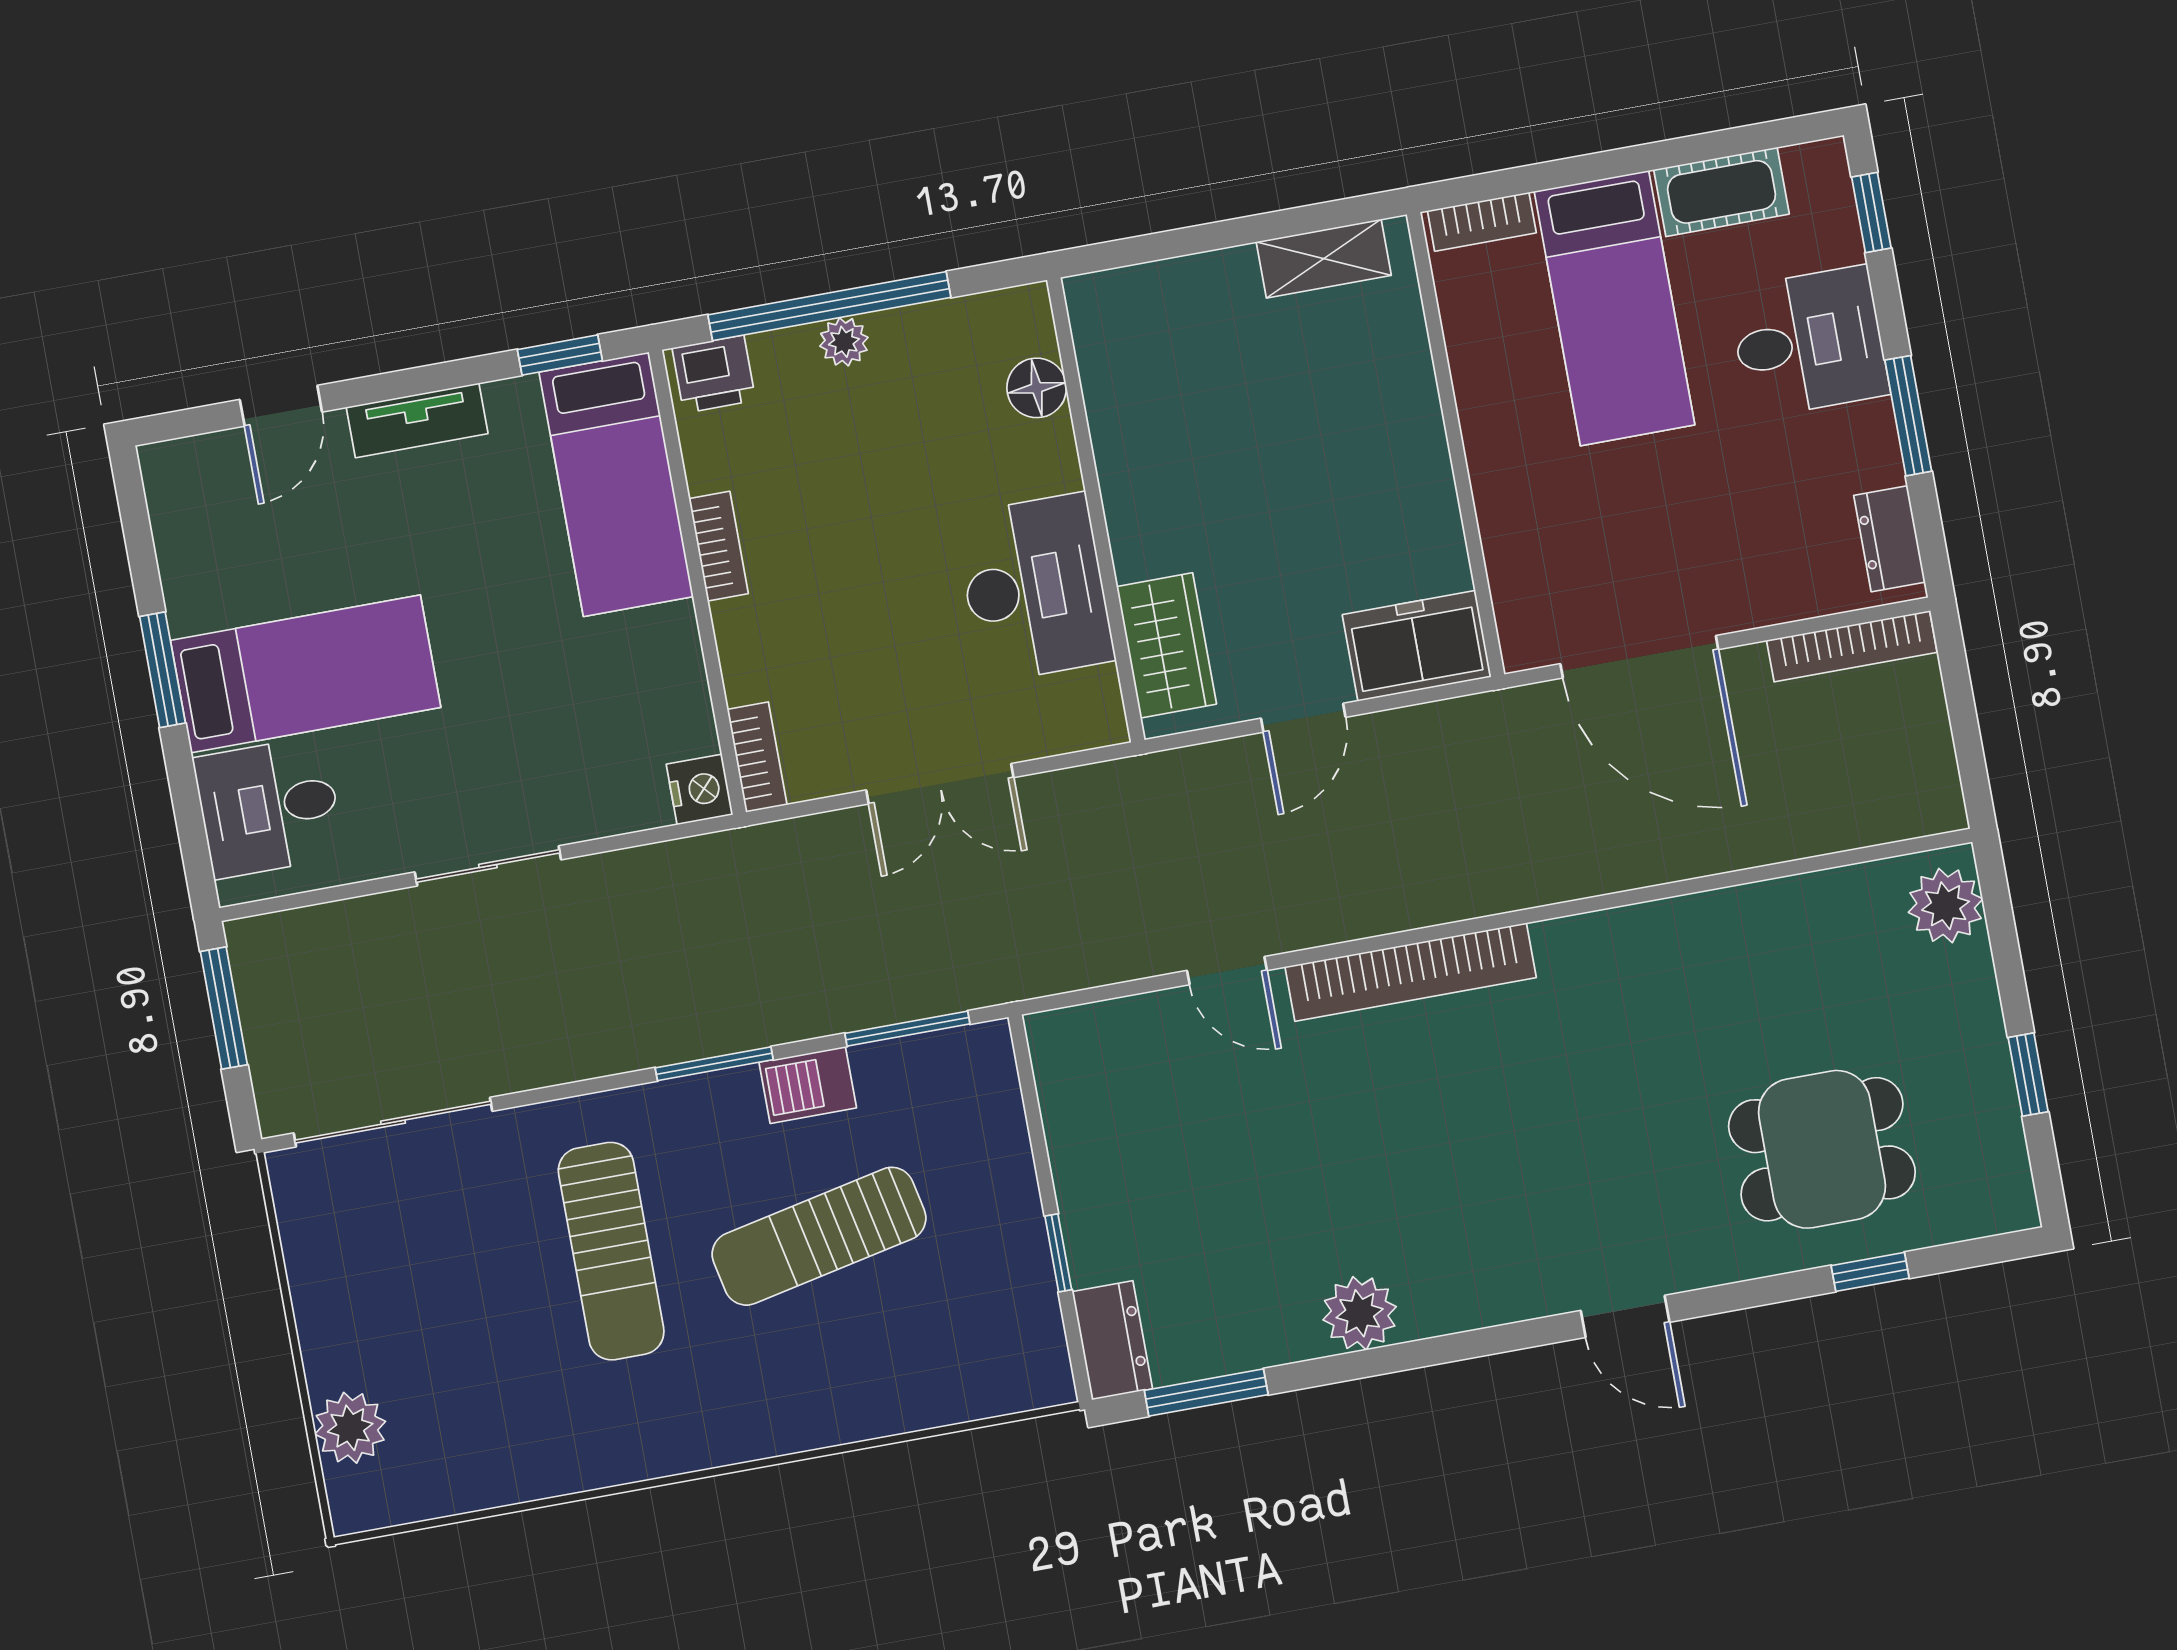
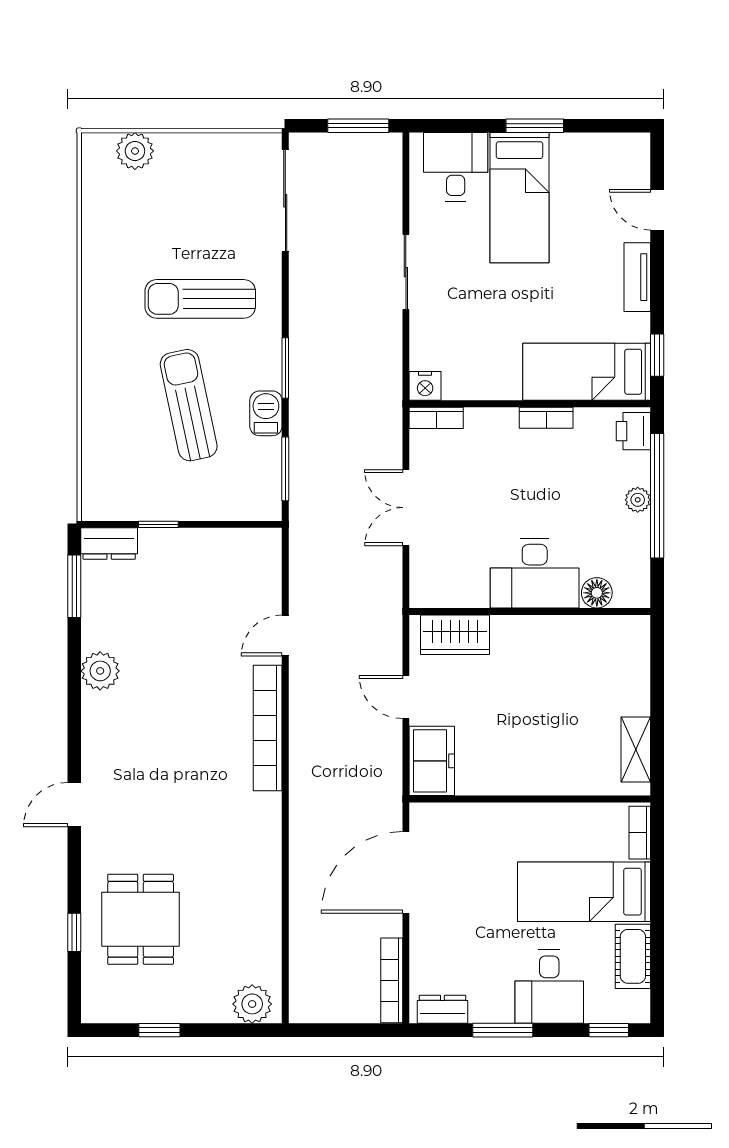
desk: (1034, 588) -> (535, 573), moved

